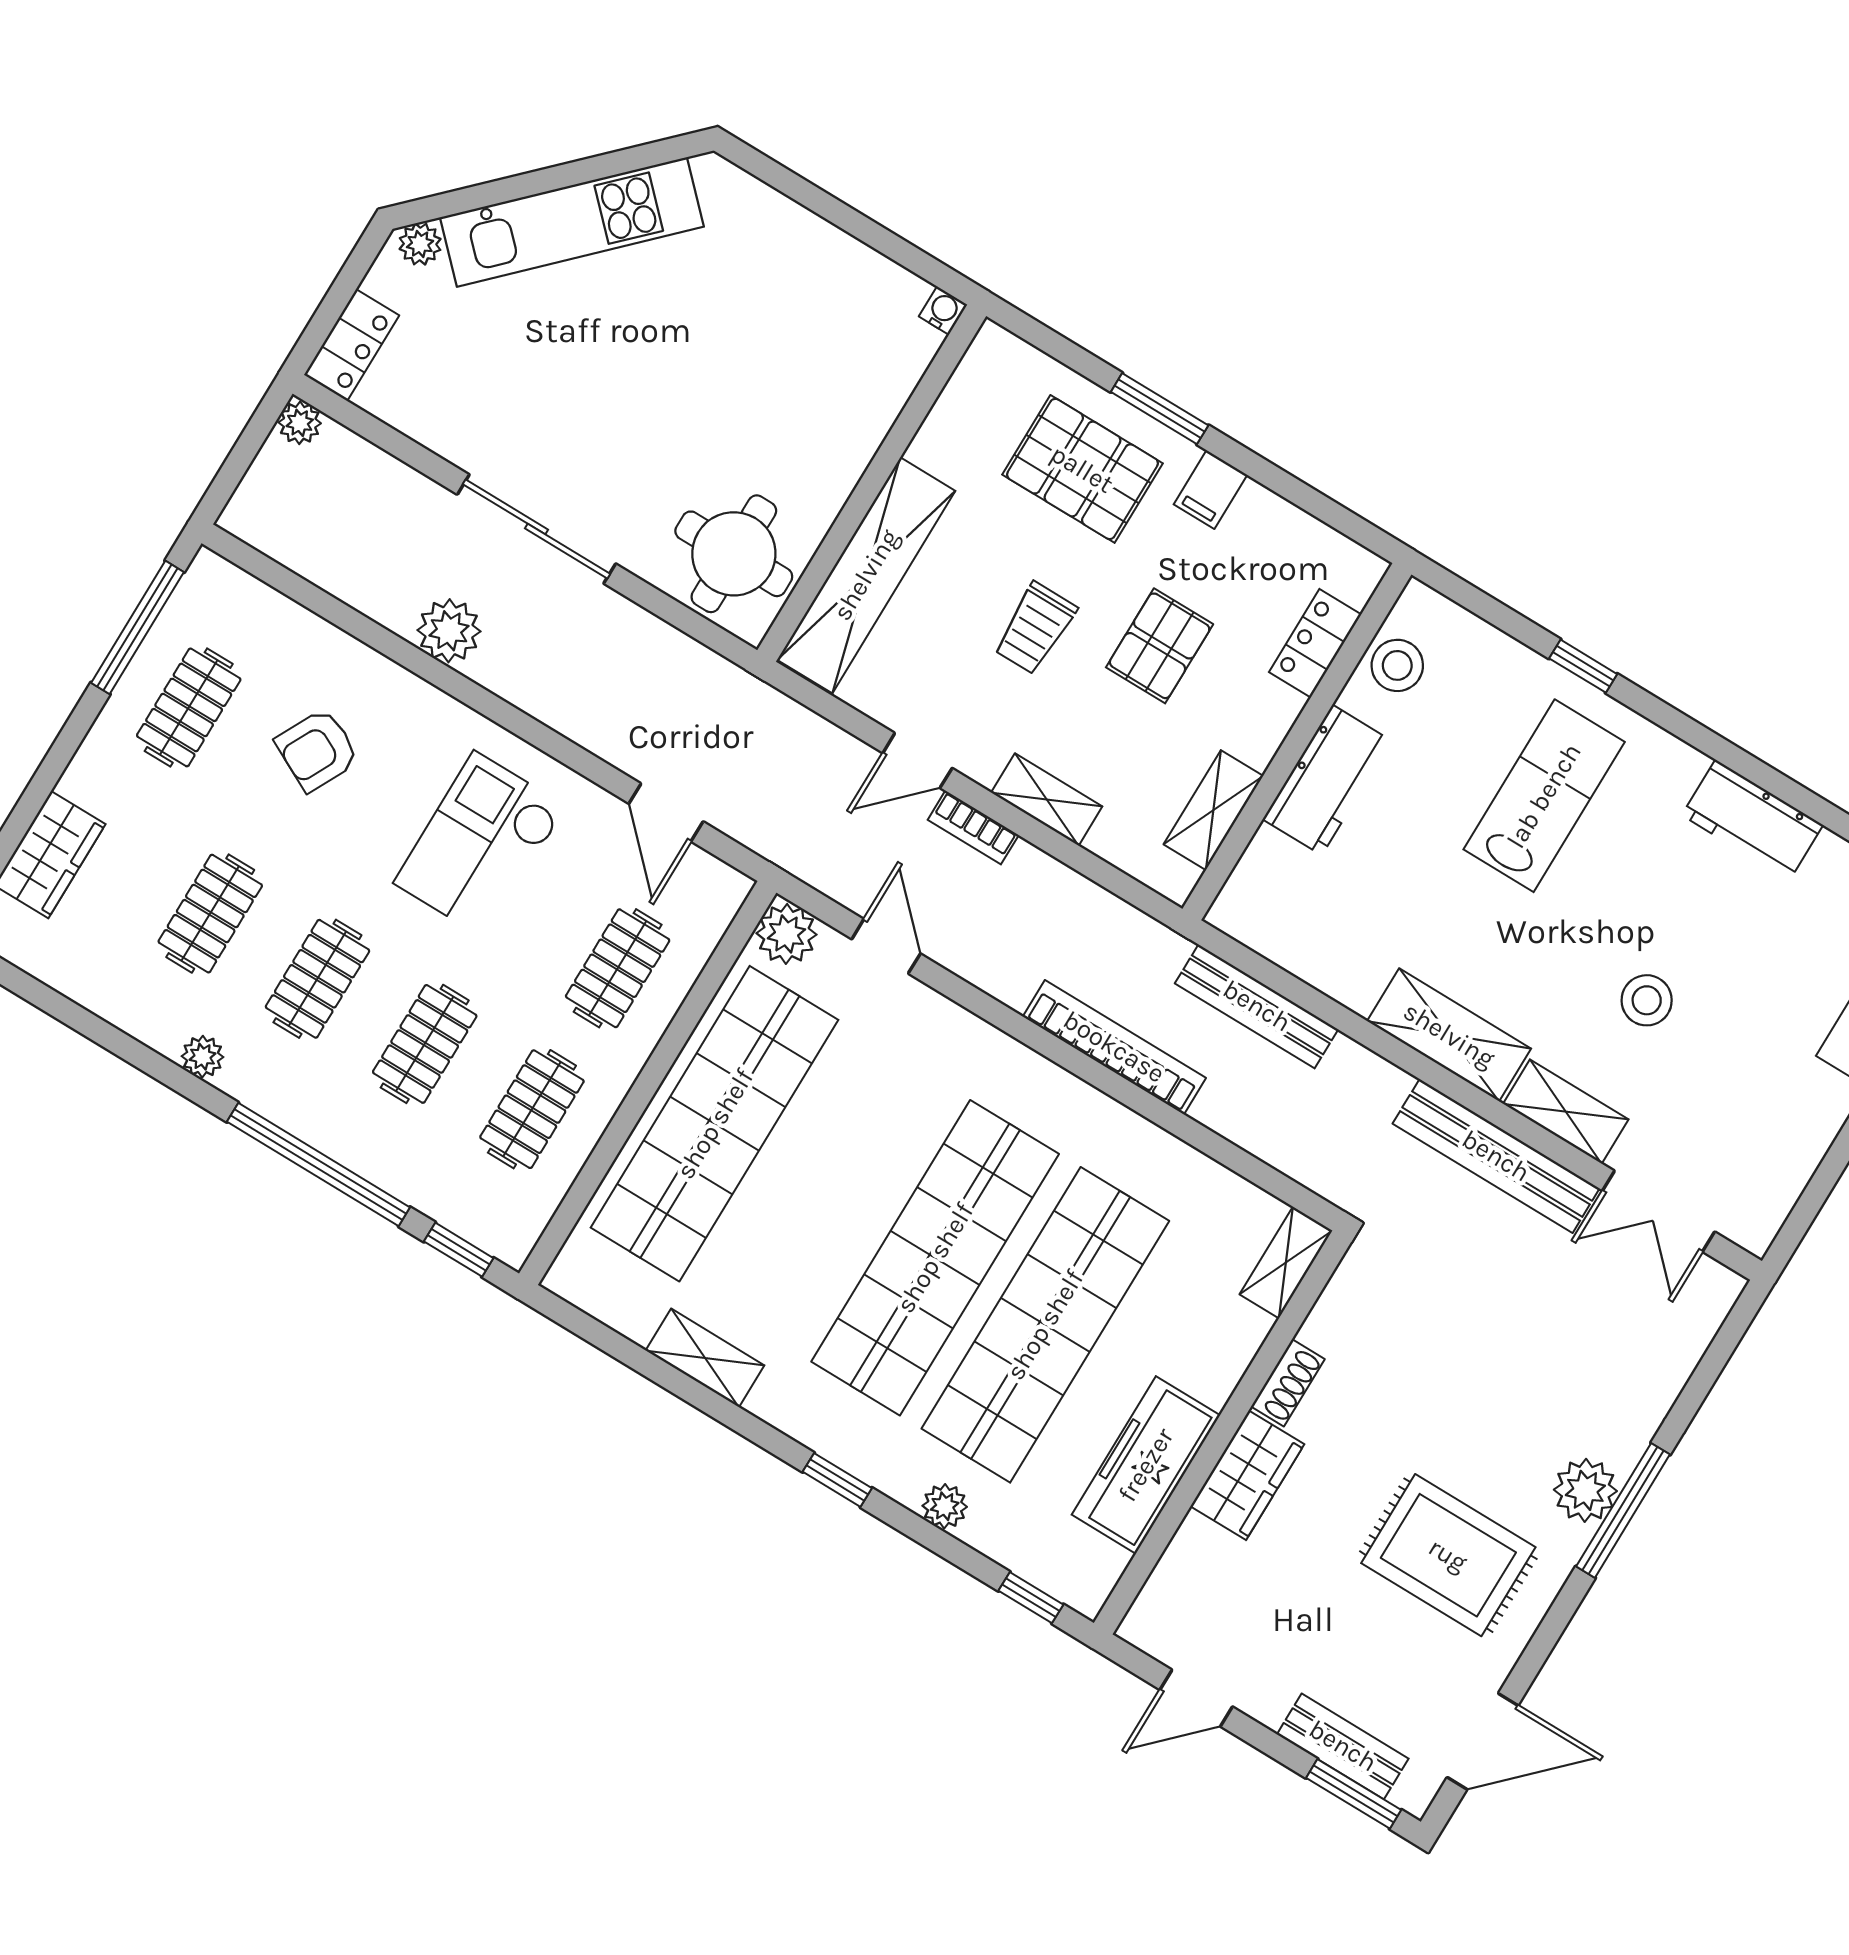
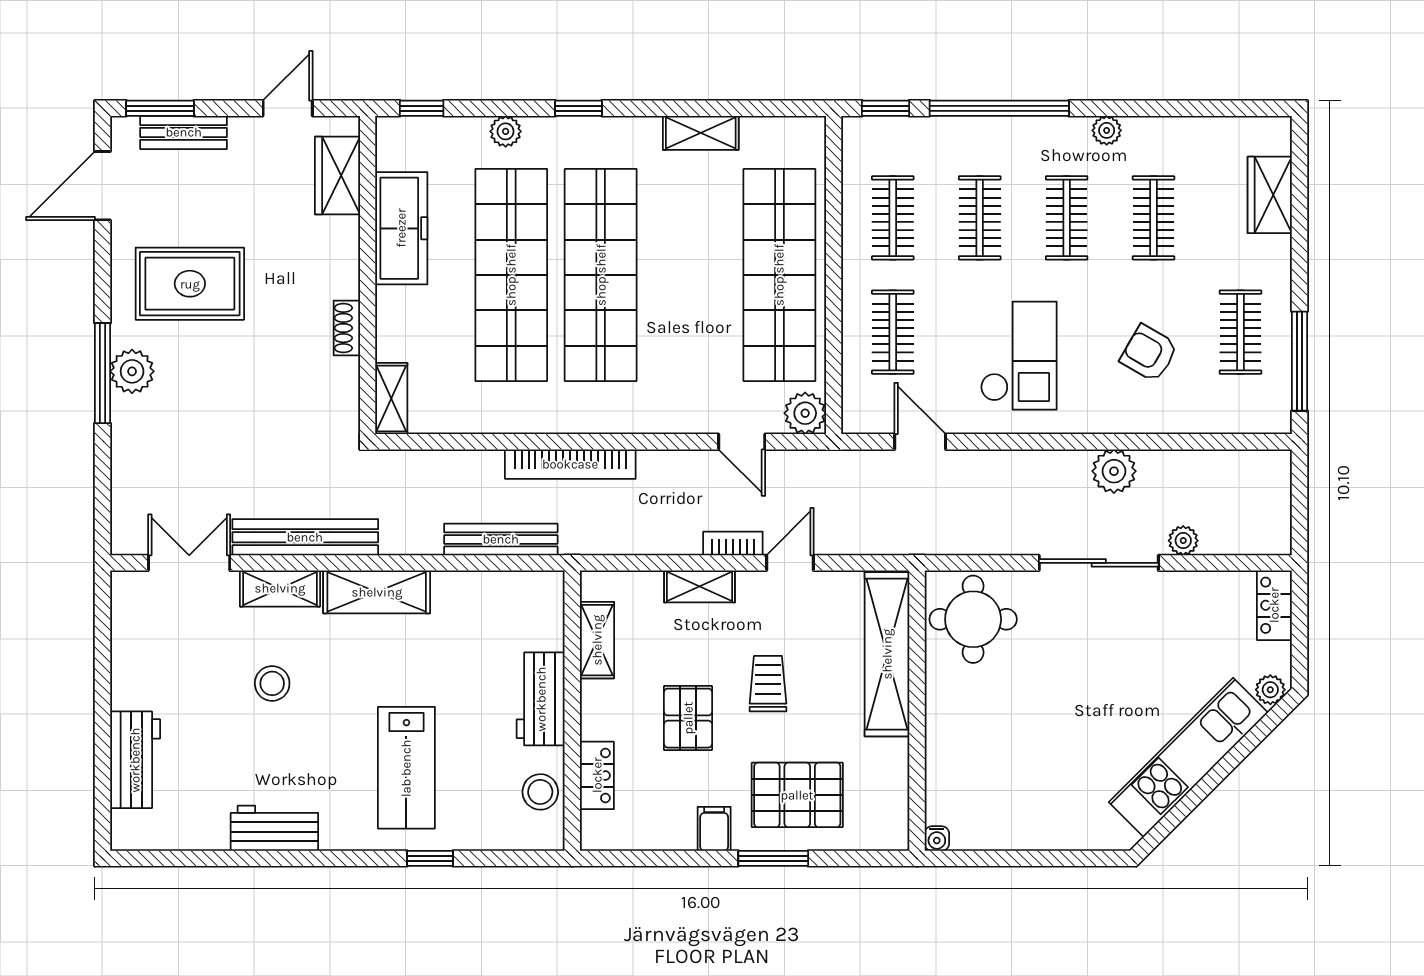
plant: (300, 423) -> (1183, 541), moved
armchair: (317, 750) -> (1149, 353), turned -87
wardrobe: (1247, 1475) -> (338, 176), moved

